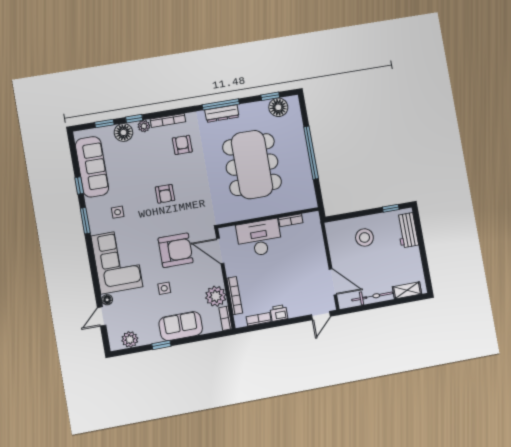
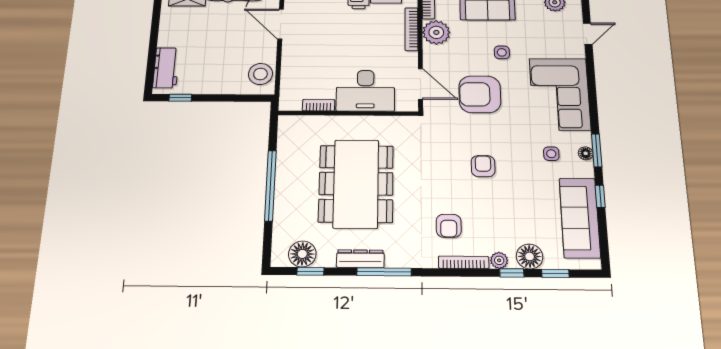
dresser: (222, 114) -> (360, 259), moved
stool: (364, 237) -> (260, 74), moved
floor lamp: (107, 300) -> (586, 153), moved

